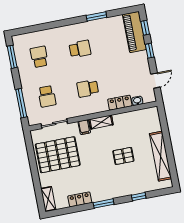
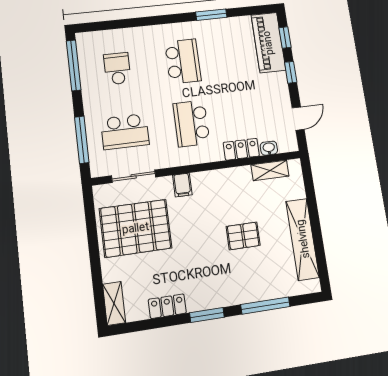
school desk: (80, 49) -> (183, 61), width x1.85
window: (12, 57) -> (74, 65), width x1.44
school desk: (88, 88) -> (191, 123), width x1.85
school desk: (47, 96) -> (125, 132), width x1.85
shelving: (101, 122) -> (270, 170), moved
window: (139, 197) -> (265, 306), width x2.17

